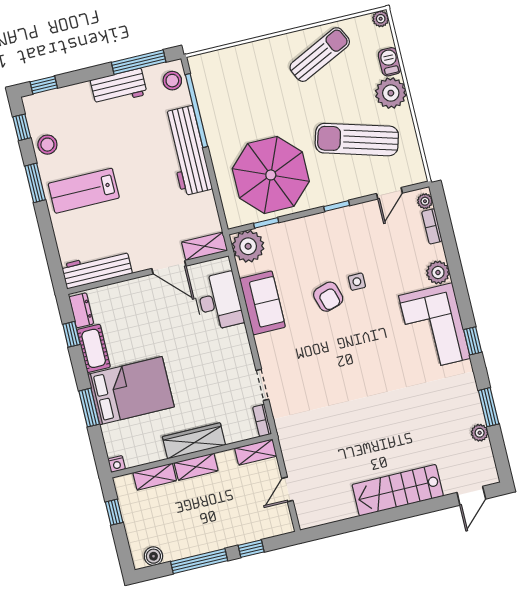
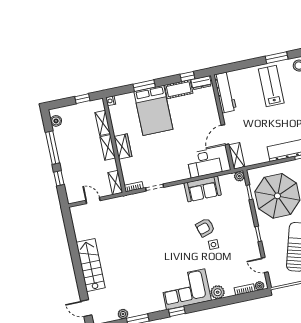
plant: (248, 246) -> (239, 176), width x0.53, depth x0.53
wardrobe: (194, 441) -> (123, 147), width x0.67

